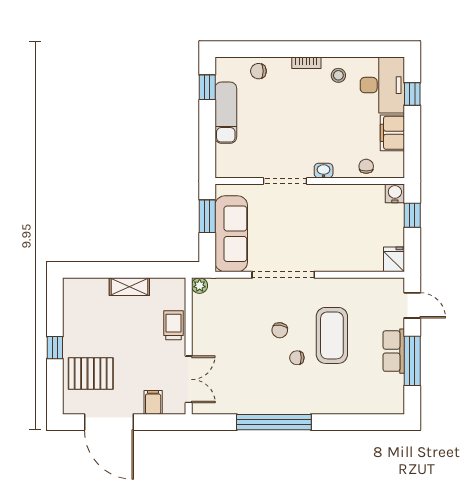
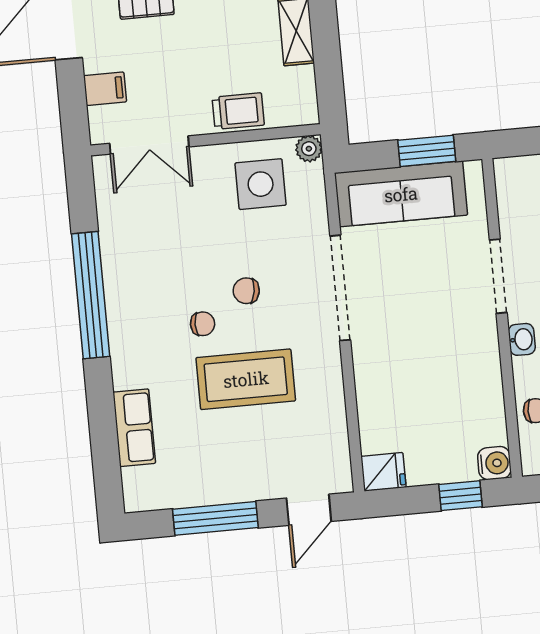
side table: (218, 316) -> (261, 184), added
row of seats: (394, 351) -> (134, 428), moved, turned 90
chair: (297, 358) -> (203, 324), turned 90

